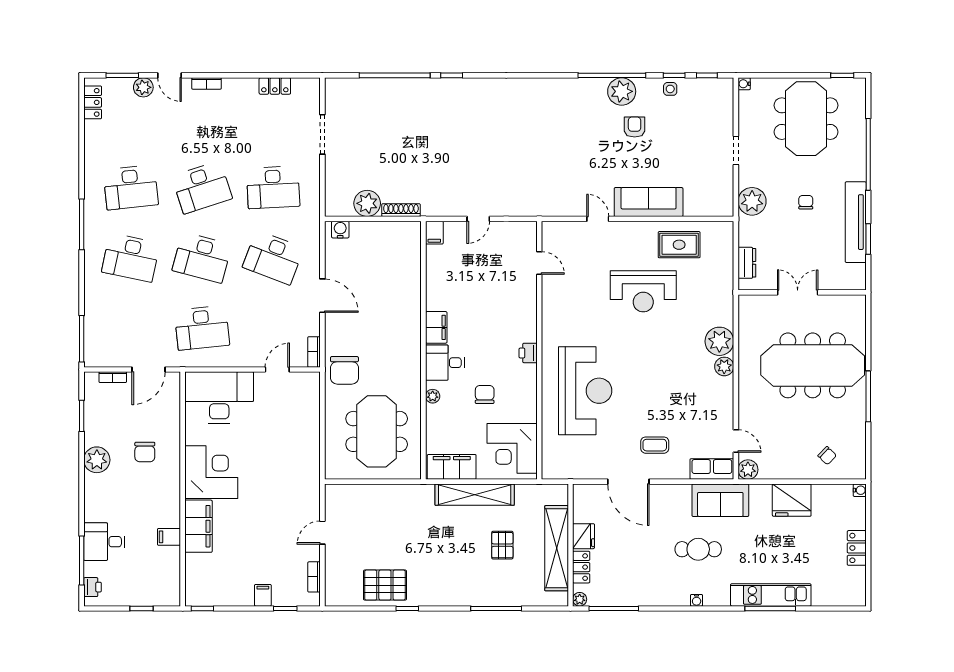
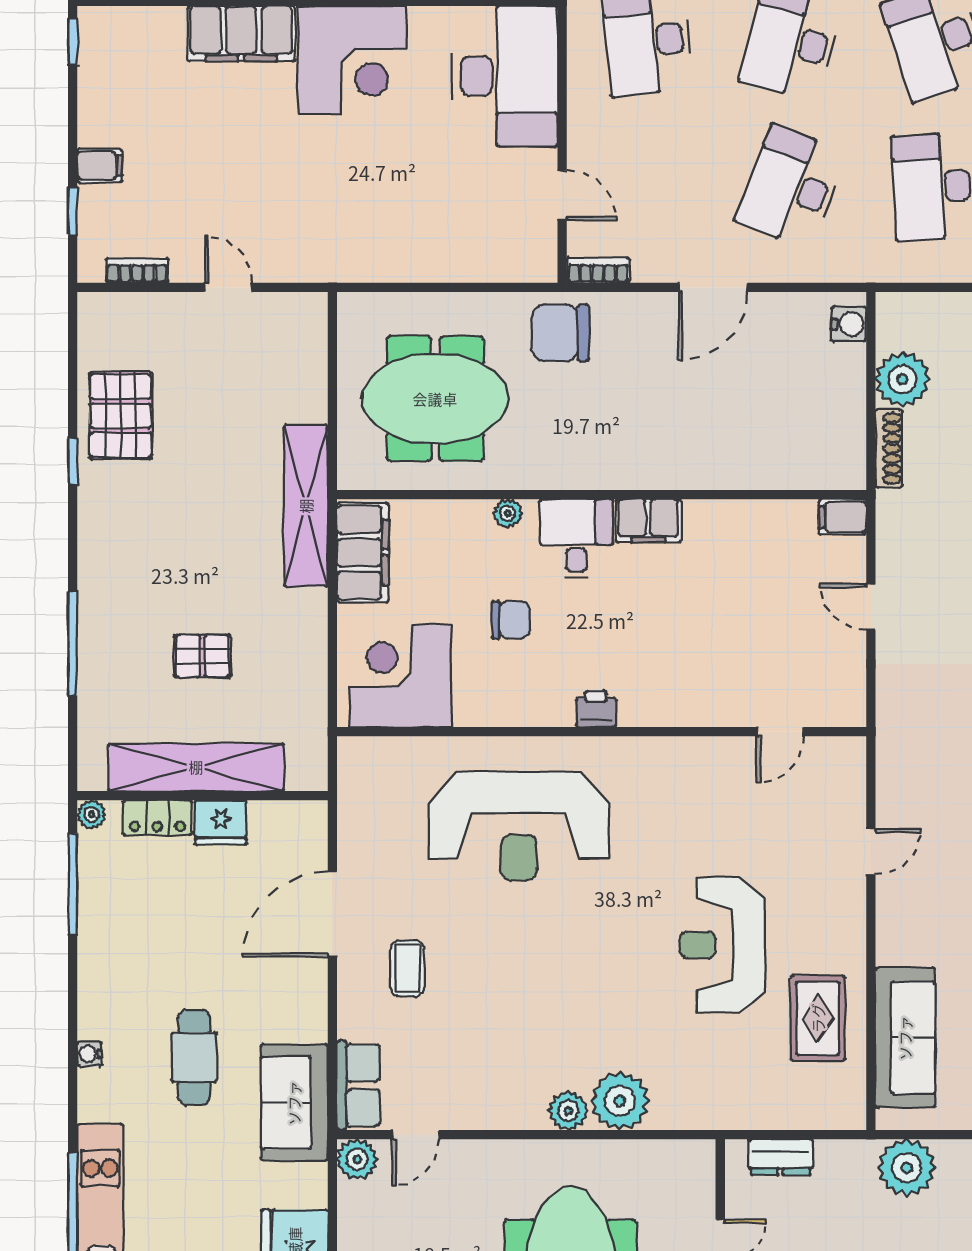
sofa: (649, 202) -> (905, 1038), moved
shelving: (475, 495) -> (306, 506), moved

